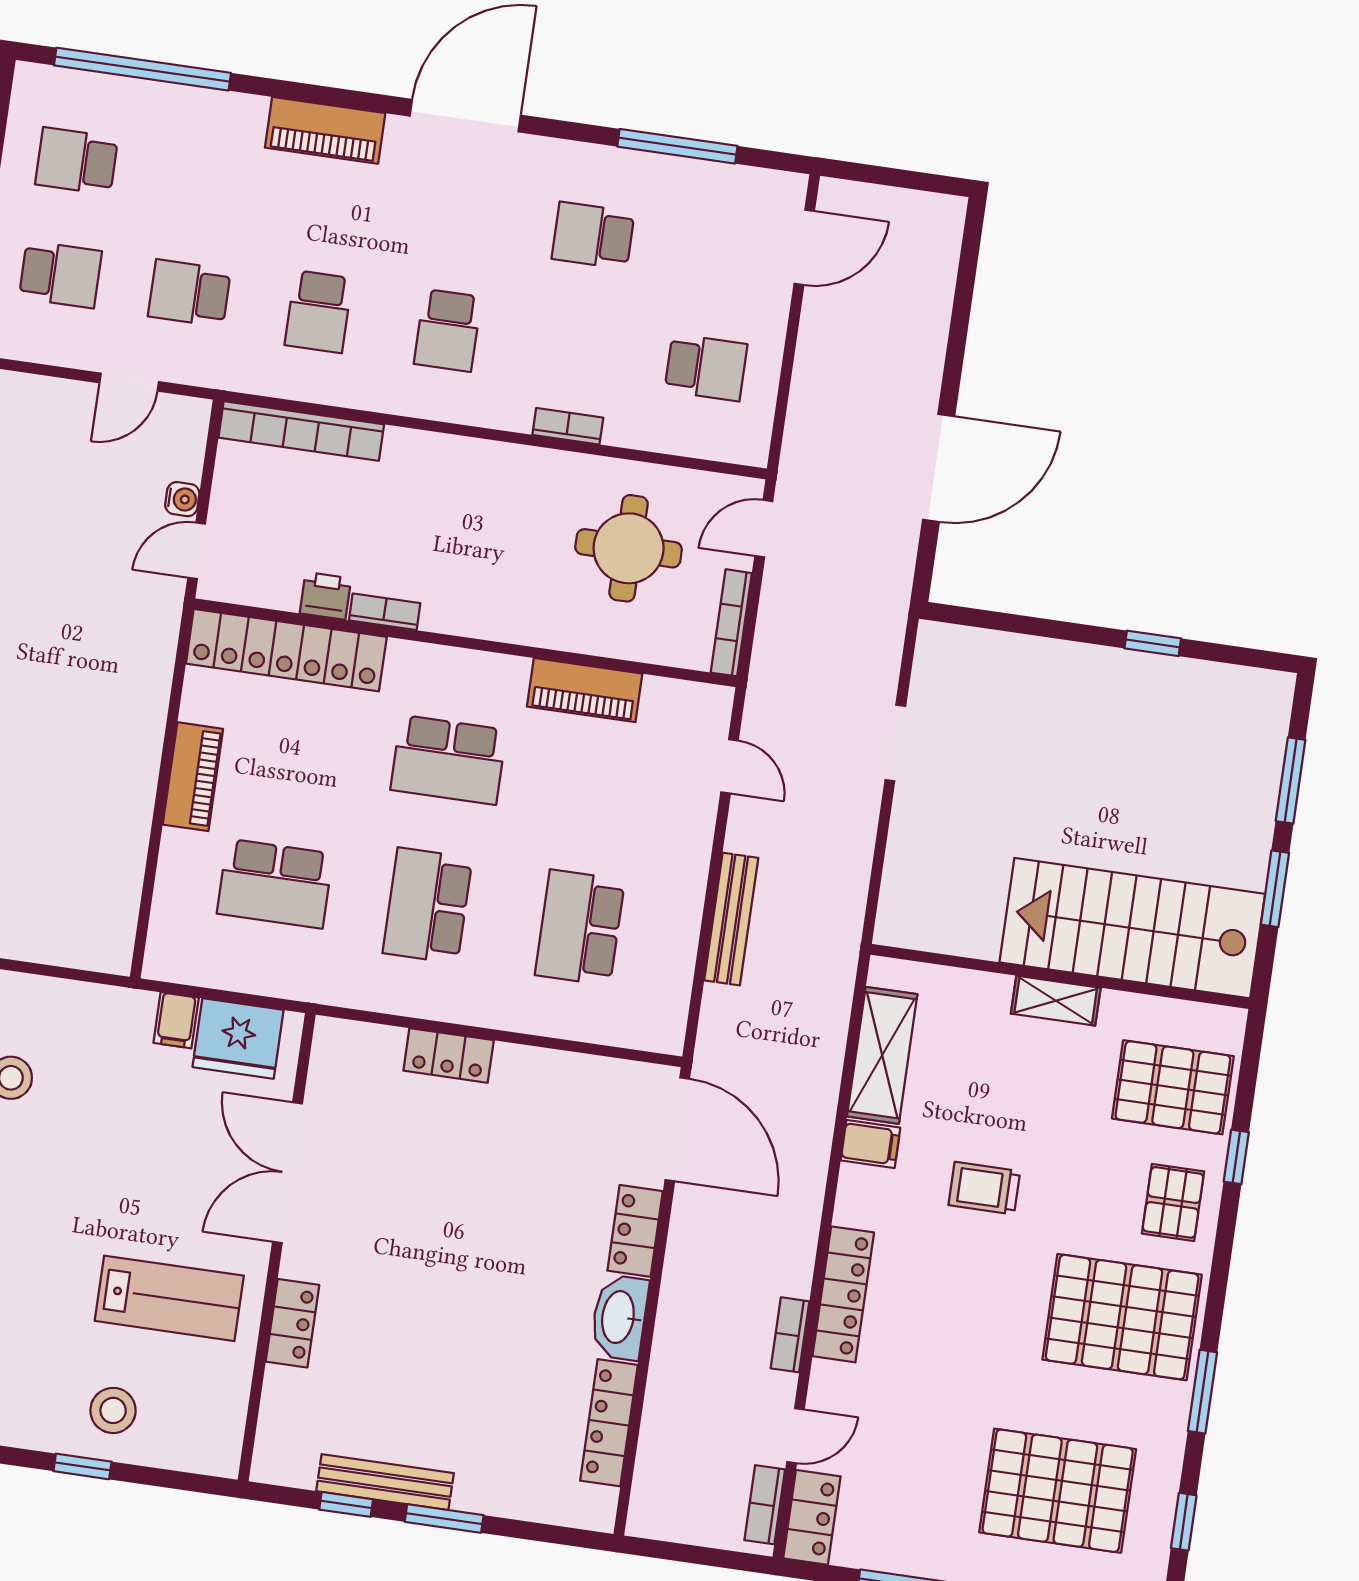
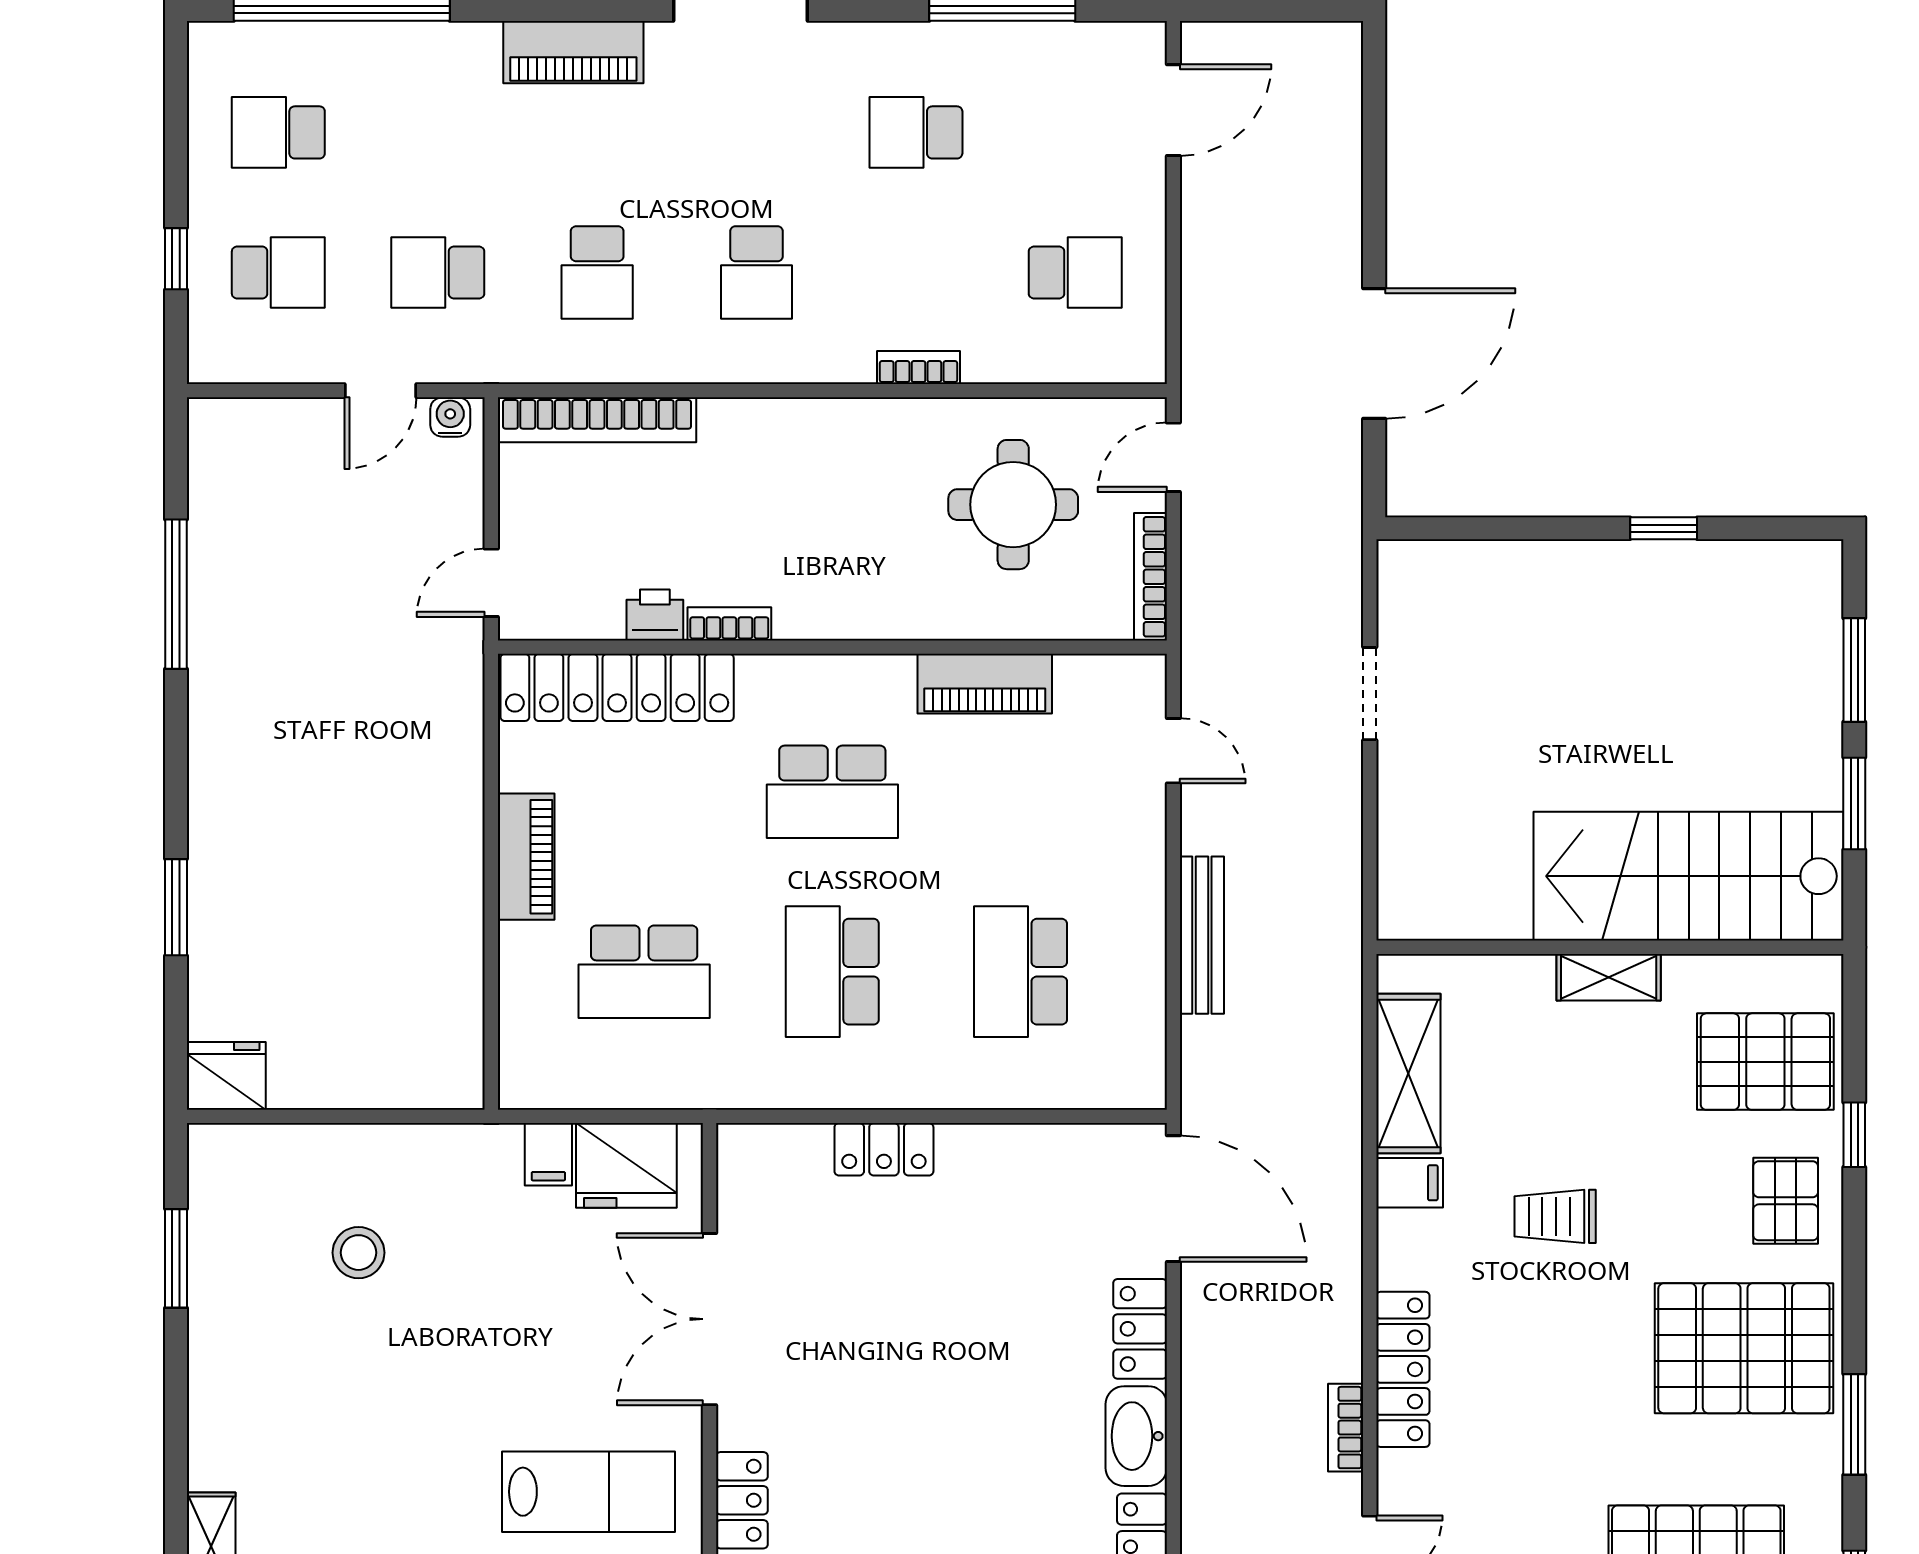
water cooler: (182, 499) -> (450, 417), moved, turned -90

